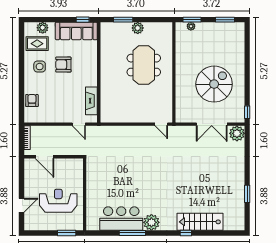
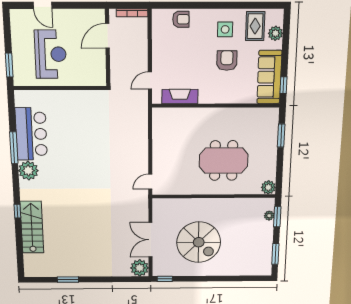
plant: (138, 28) -> (268, 187), moved

